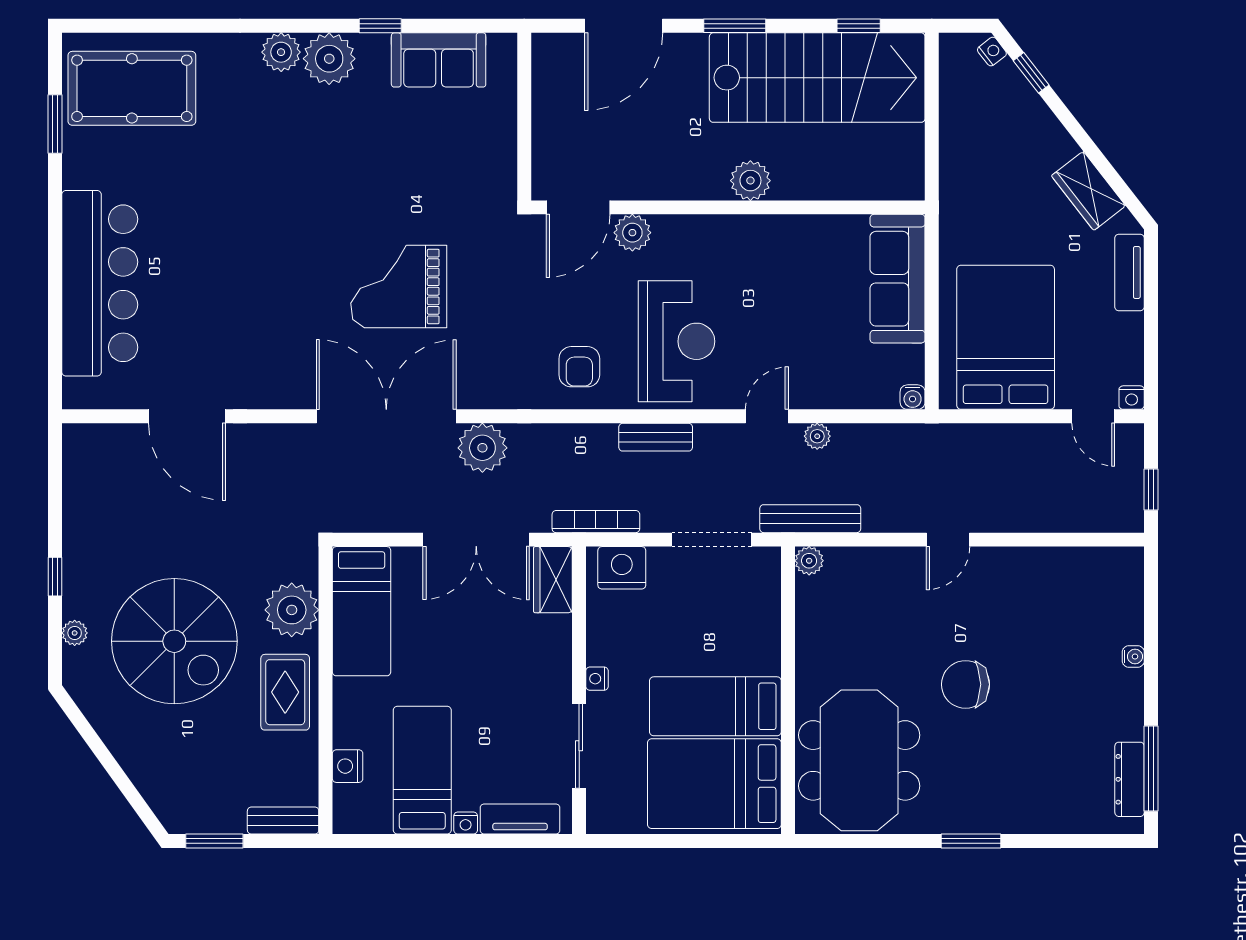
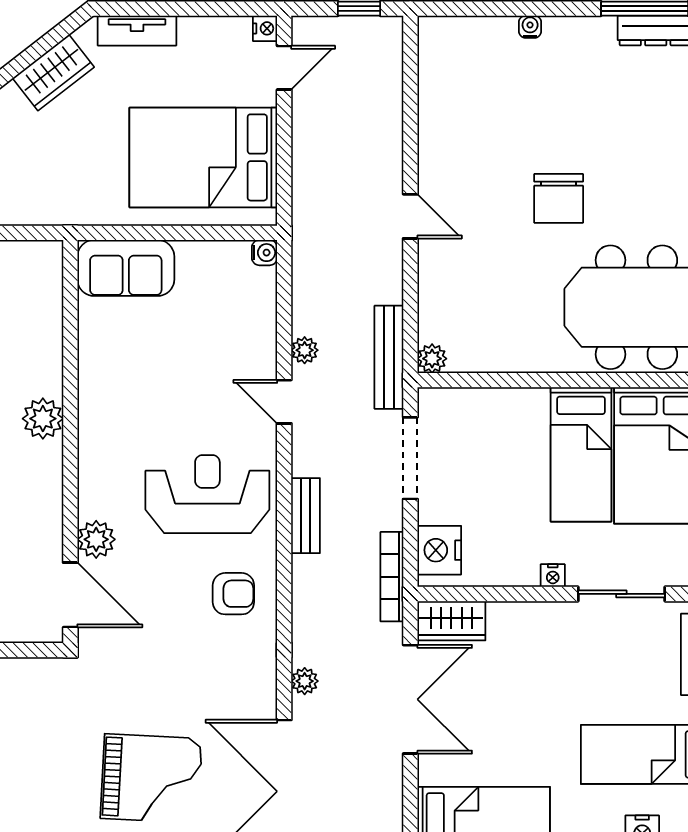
sofa: (898, 279) -> (126, 268), width x0.73
grand piano: (399, 286) -> (151, 778), turned -87
plant: (482, 448) -> (305, 681), width x0.53, depth x0.53

